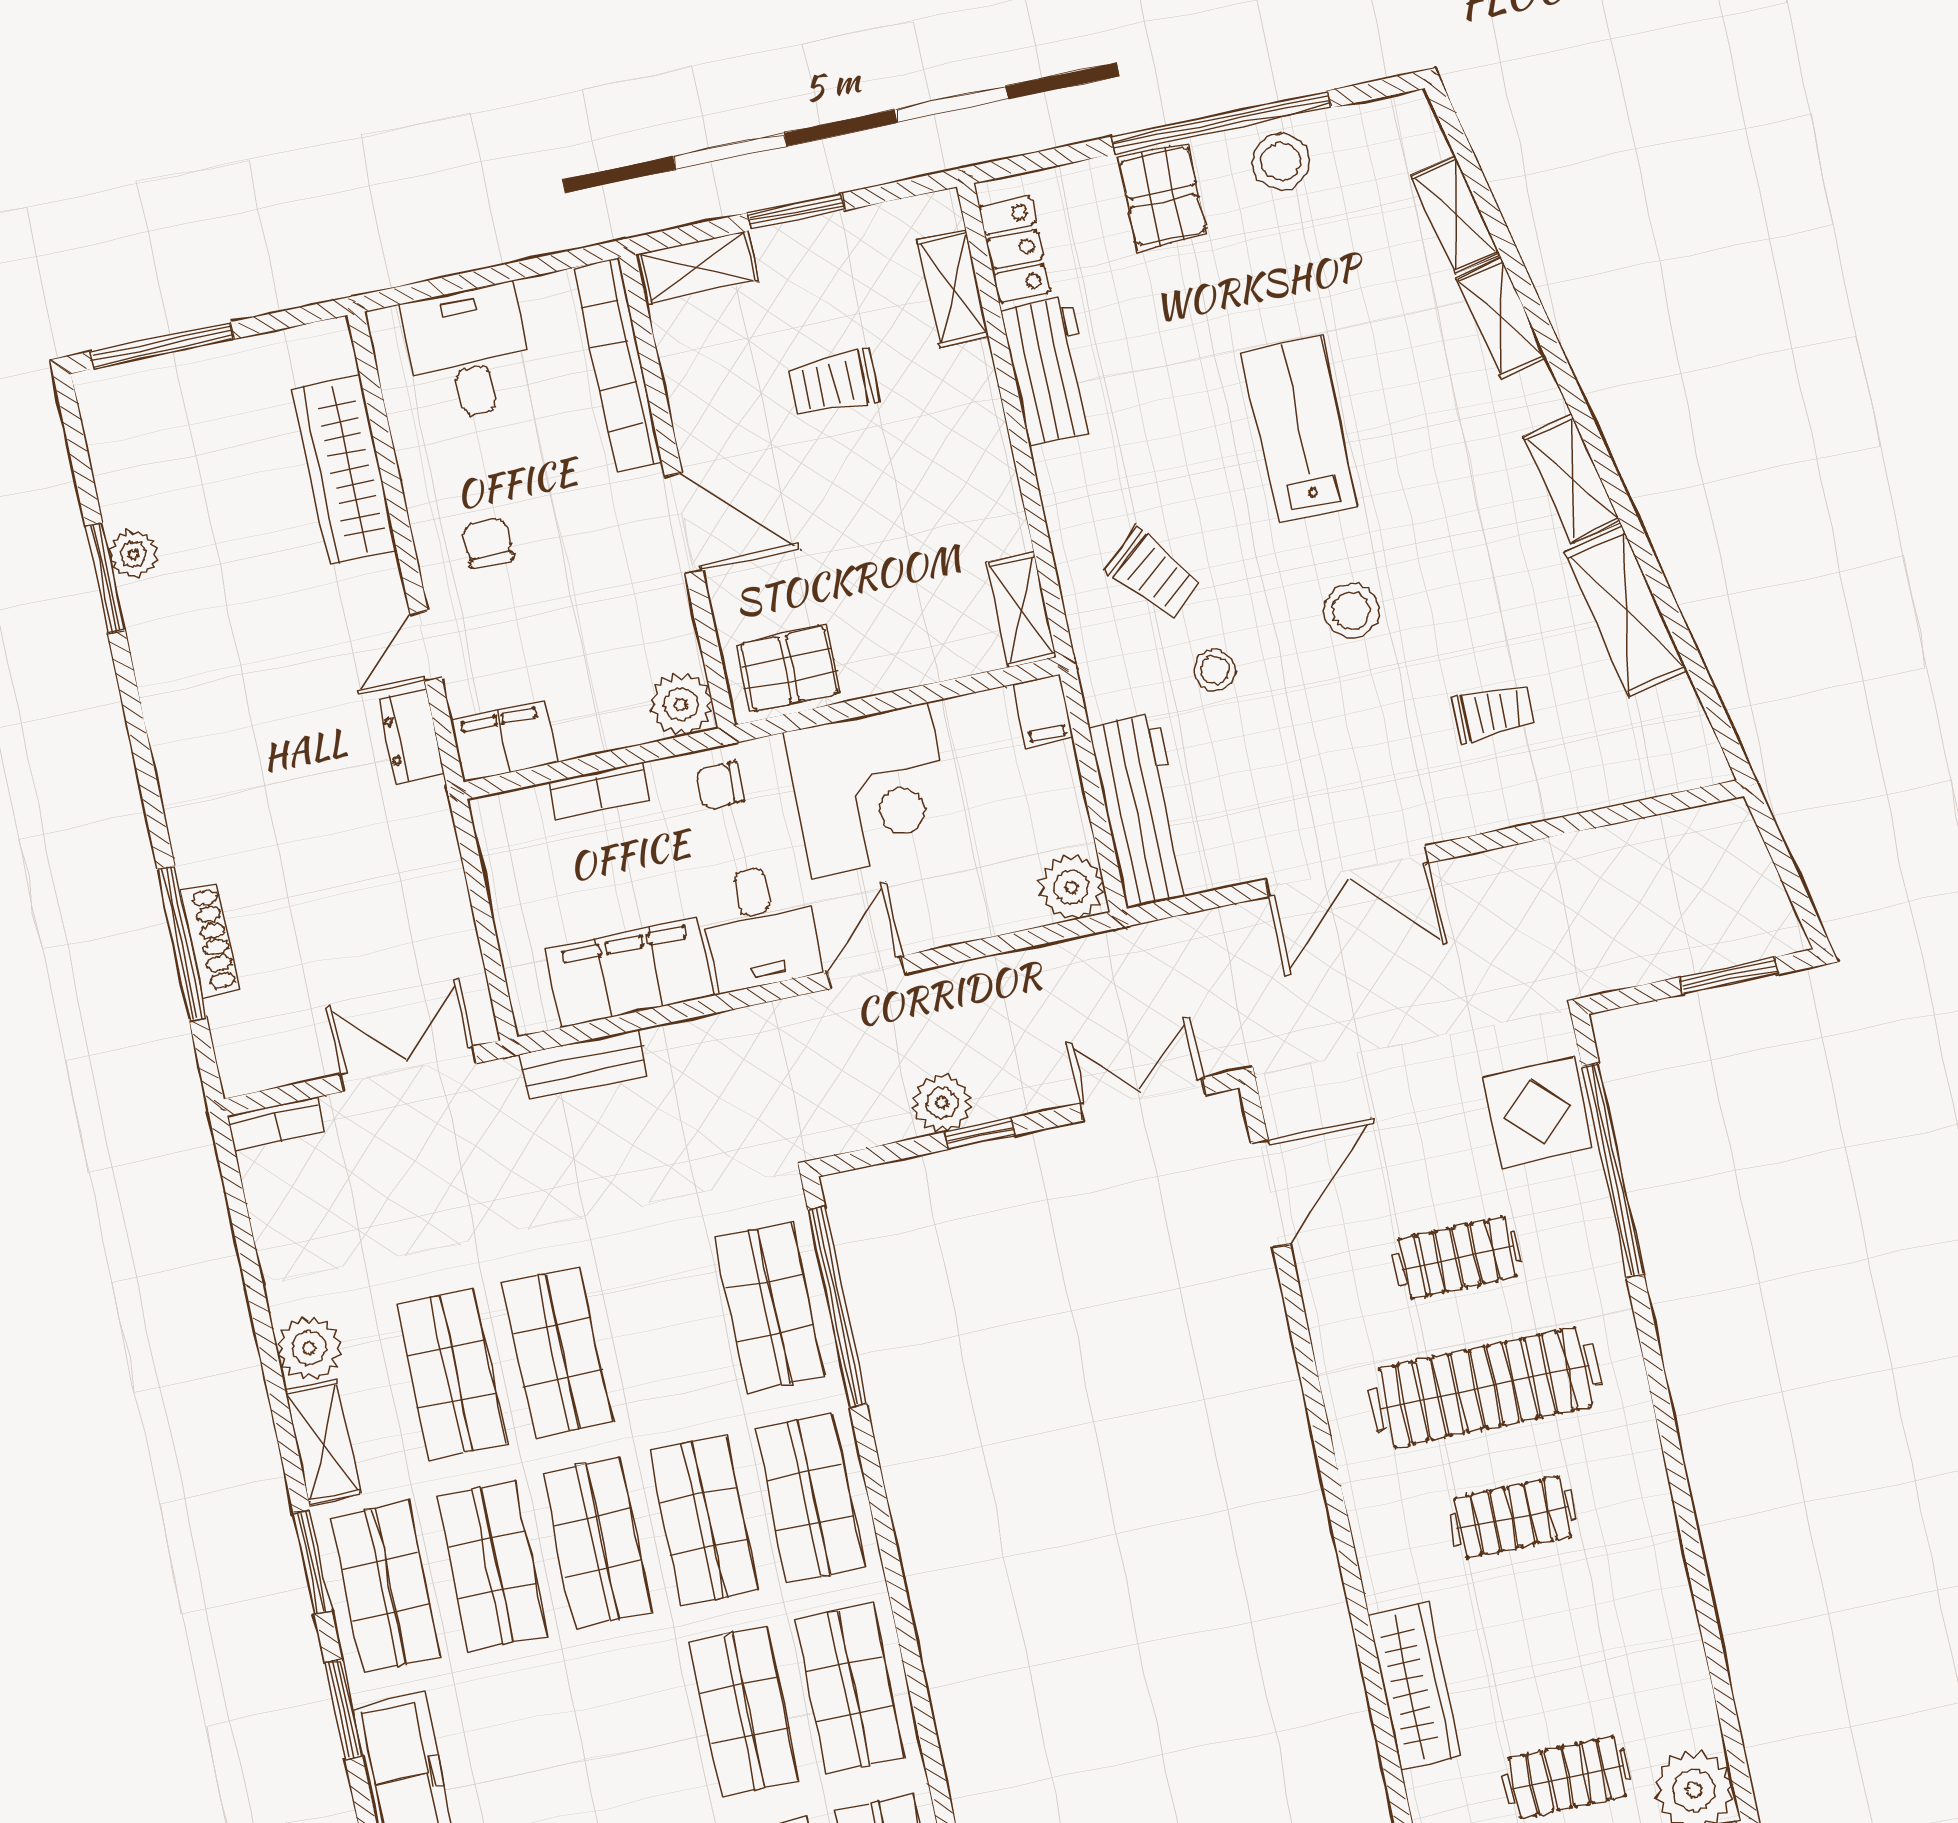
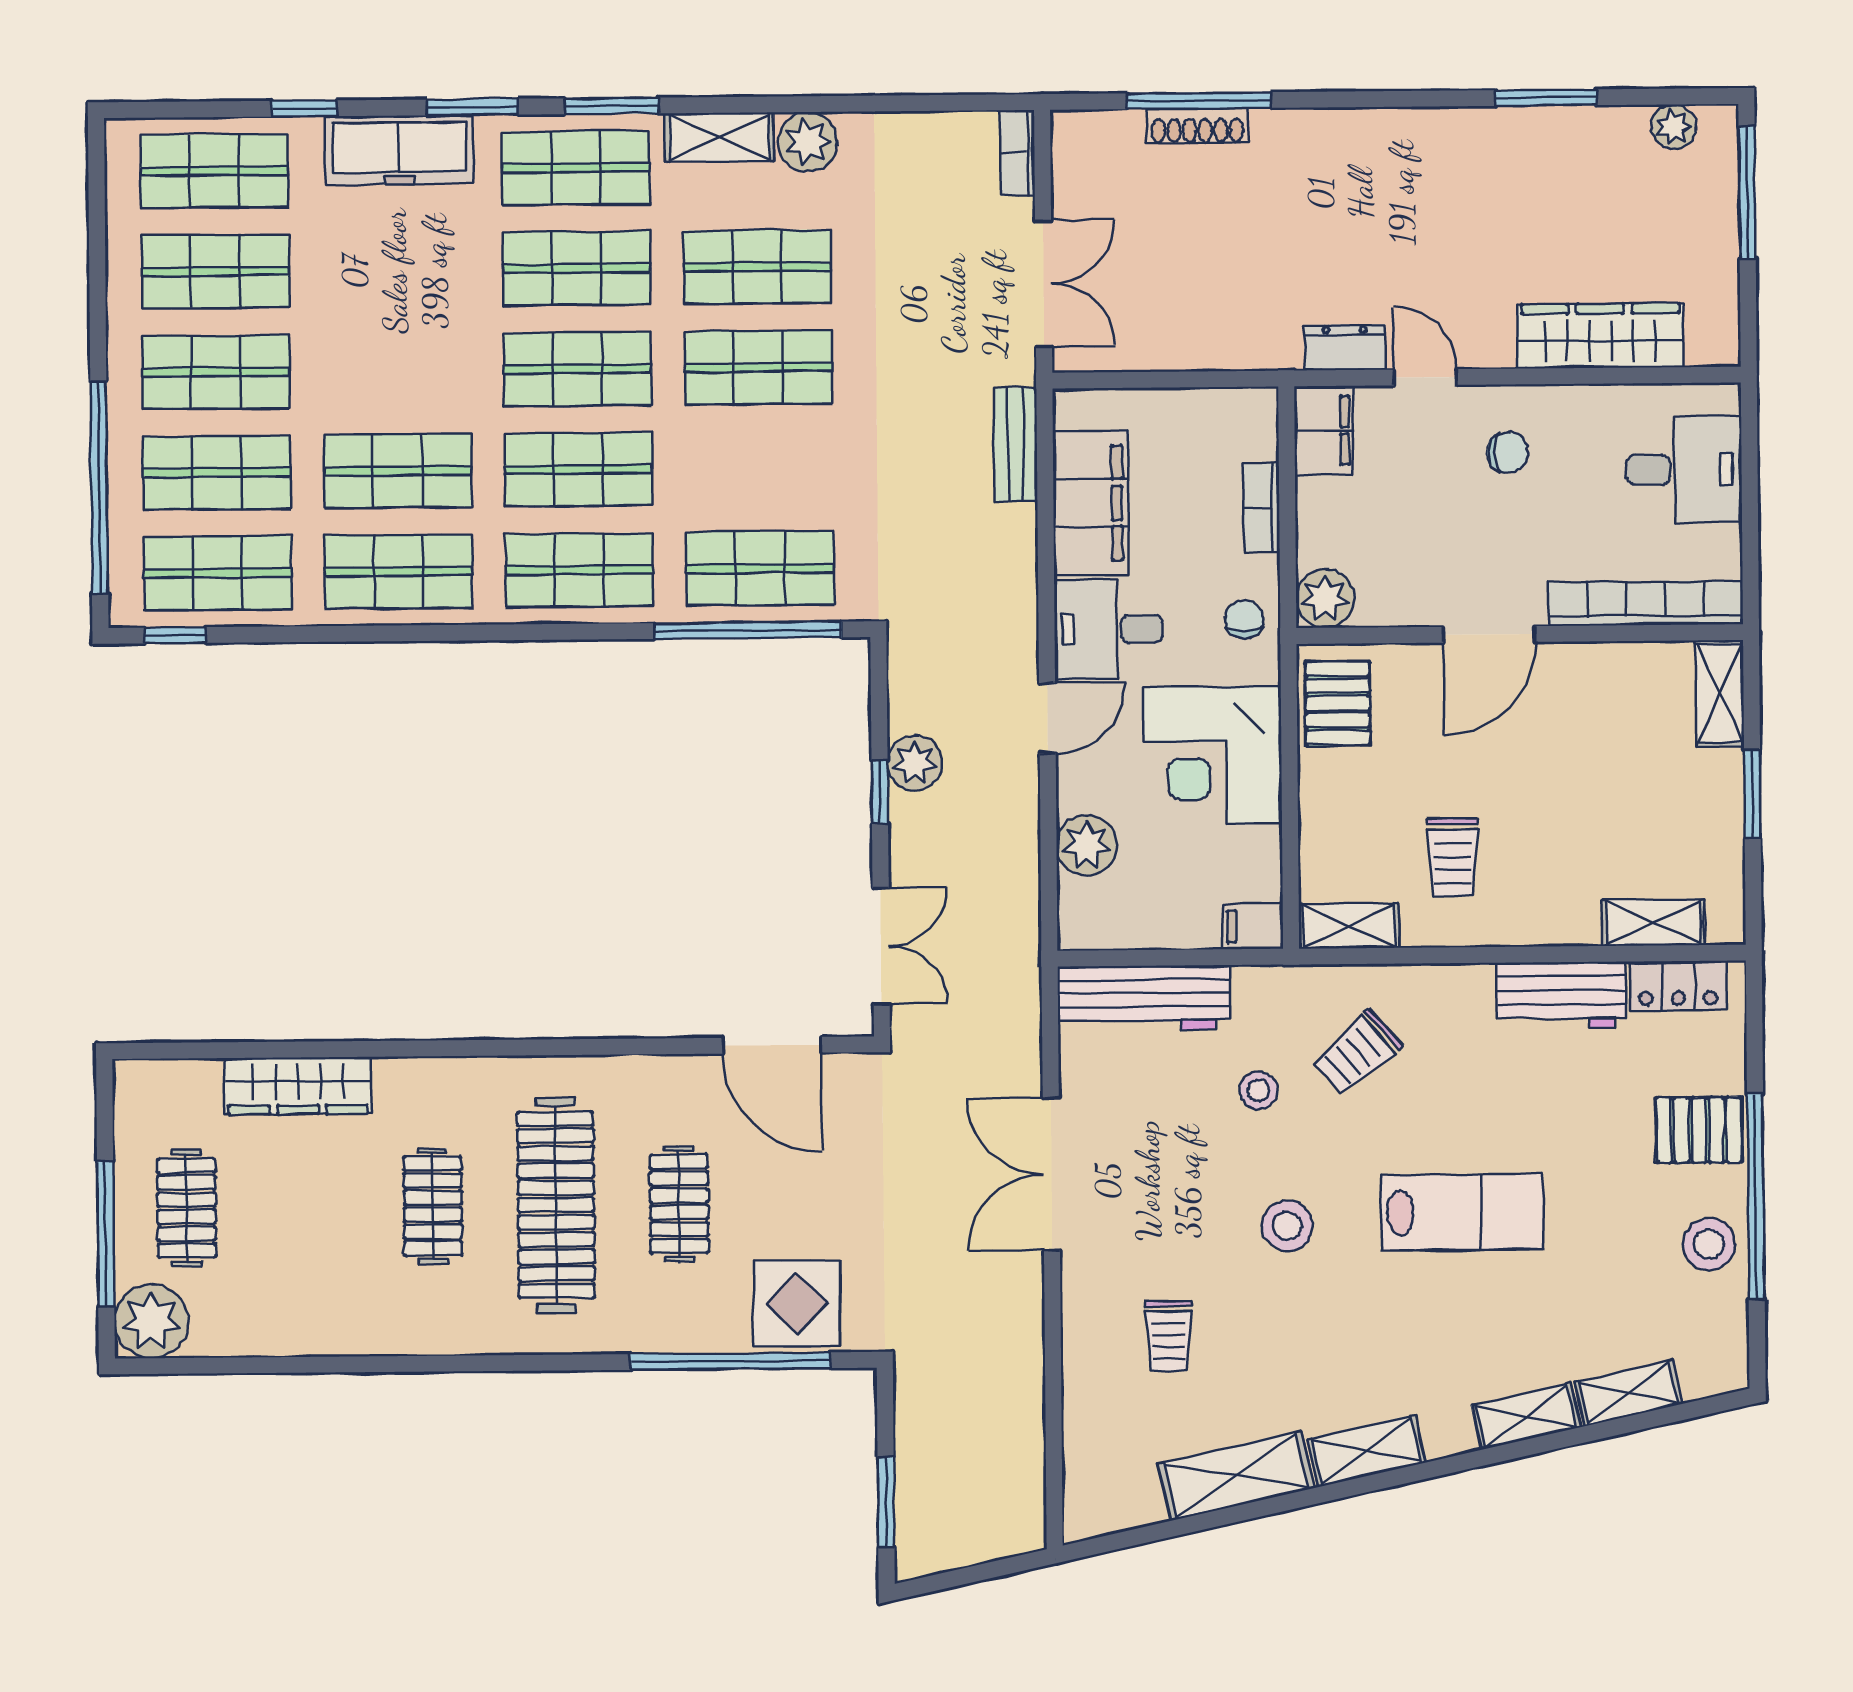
trolley: (833, 383) -> (1453, 857), moved, turned 180
plant: (133, 554) -> (1674, 127), moved
plant: (1071, 887) -> (1087, 845), moved
door: (866, 972) -> (1047, 718), hinge flipped

